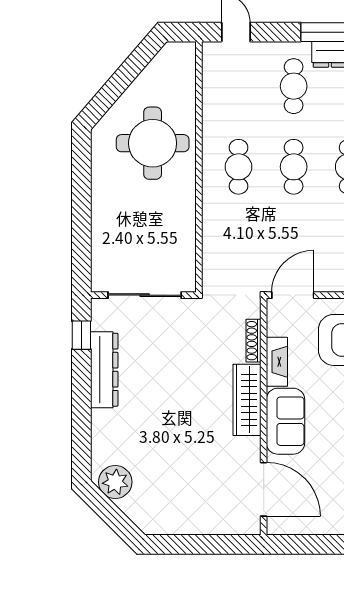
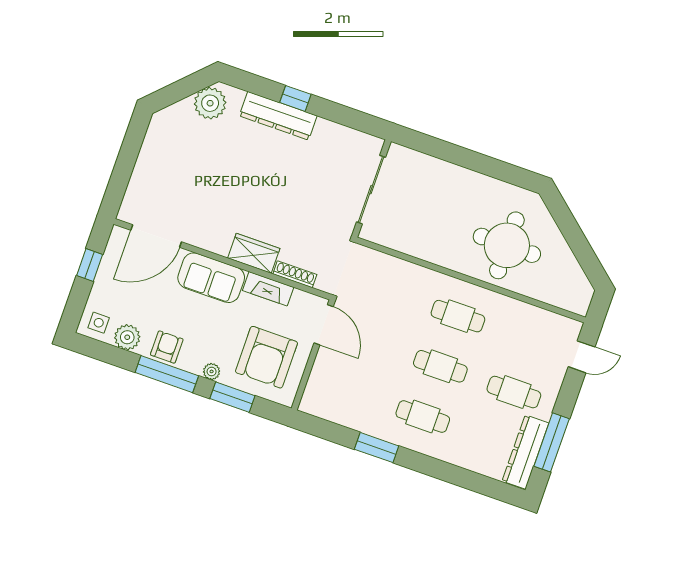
window: (81, 335) -> (295, 98), moved
dresser: (104, 370) -> (278, 116), moved
wardrobe: (247, 400) -> (254, 253), width x0.67
window: (315, 544) -> (90, 265), added

